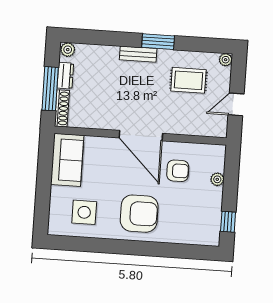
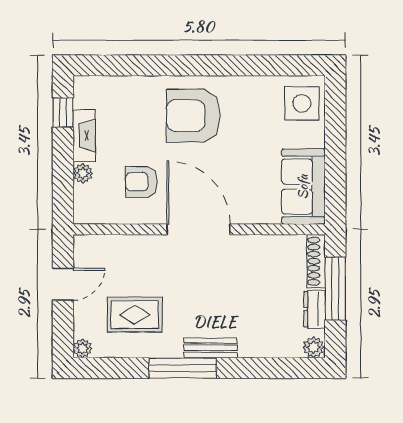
window: (158, 42) -> (183, 368), width x1.44
fireplace: (215, 205) -> (84, 135), added
side table: (84, 212) -> (302, 103), moved

